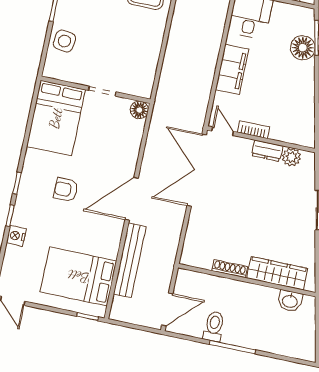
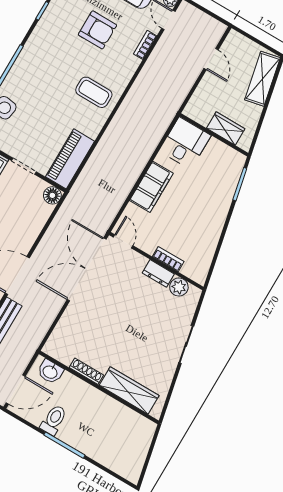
floor lamp: (303, 48) -> (224, 189), removed
piano: (144, 69) -> (70, 159), added
bookcase: (253, 130) -> (168, 259), moved
washbasin: (290, 301) -> (50, 372), moved

